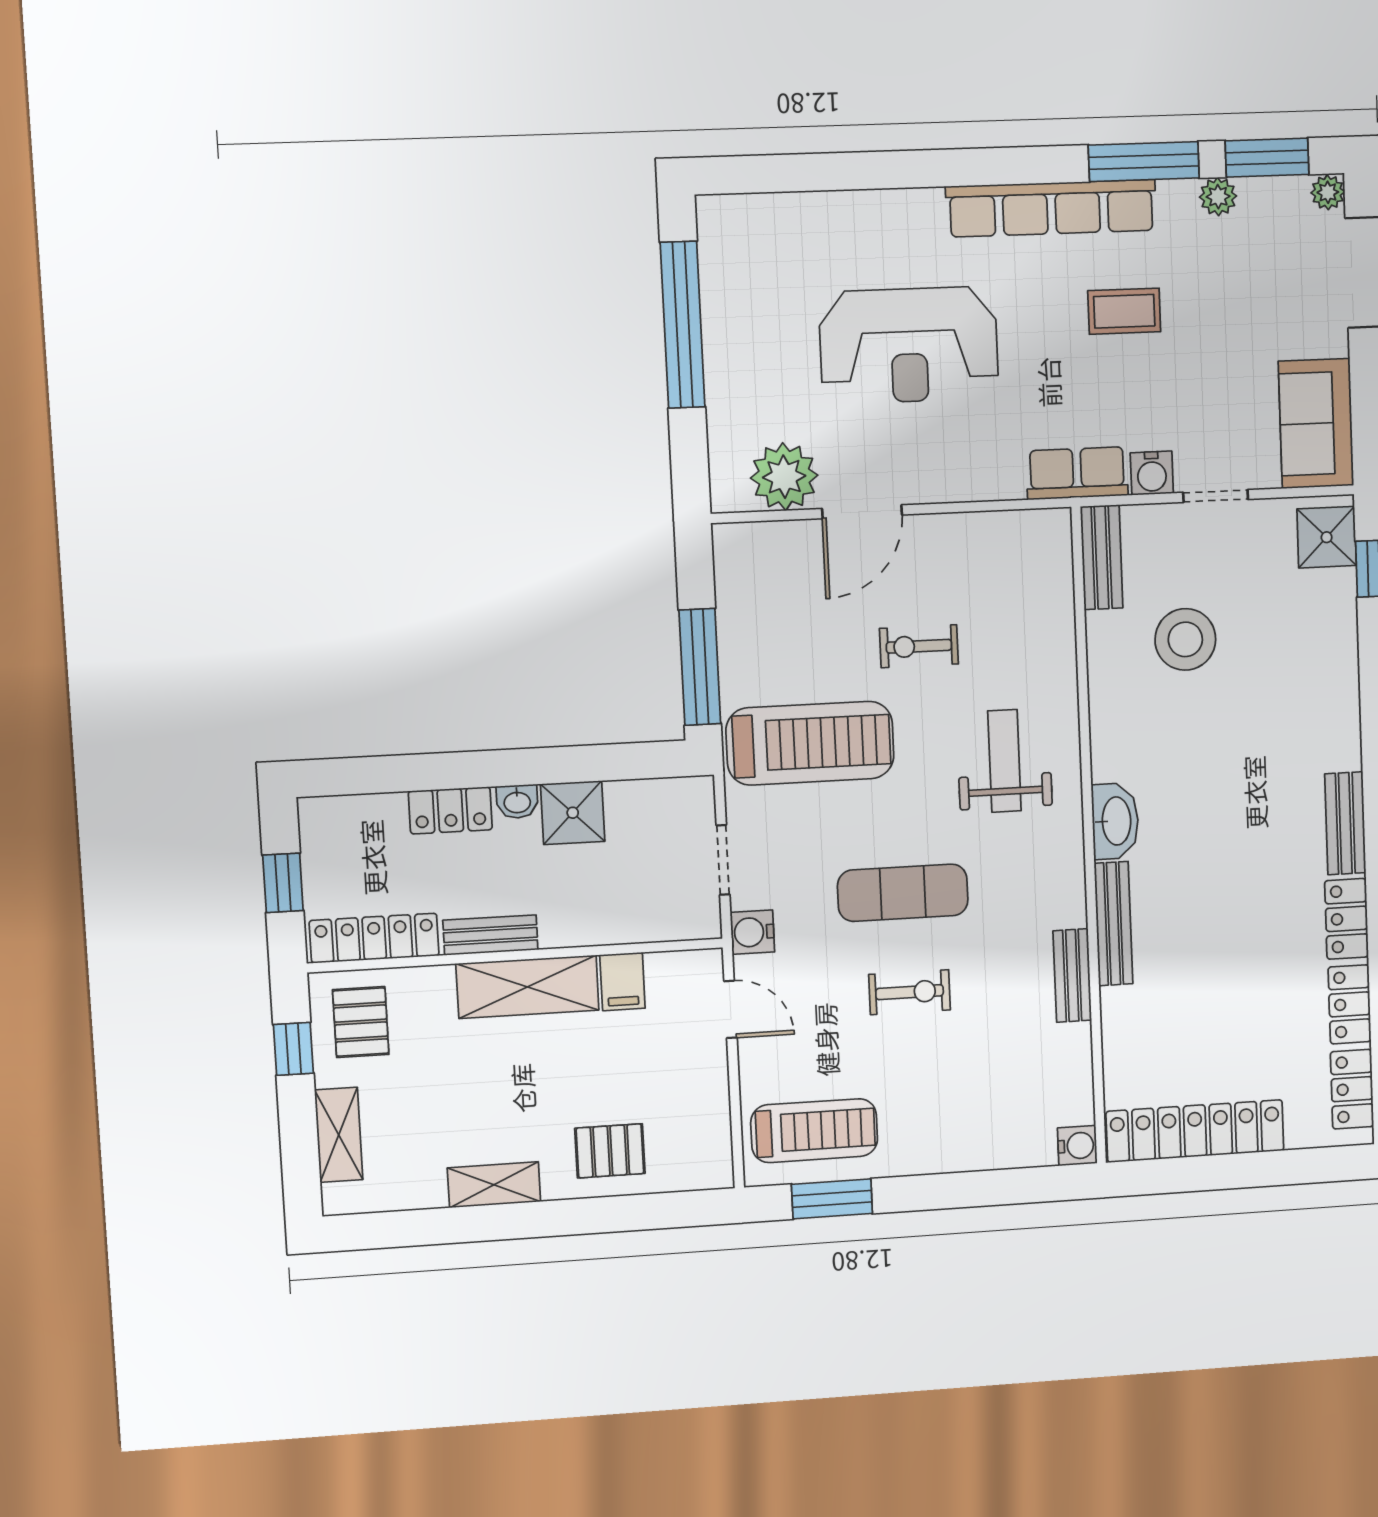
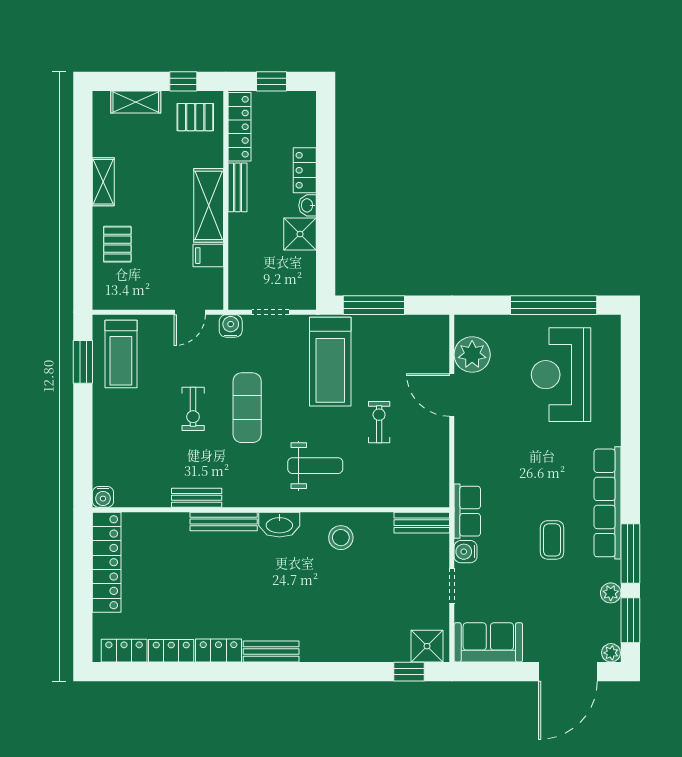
reception desk: (909, 345) -> (561, 375), moved
stool: (1185, 639) -> (341, 538), moved, width x0.73, depth x0.73

